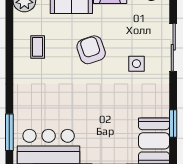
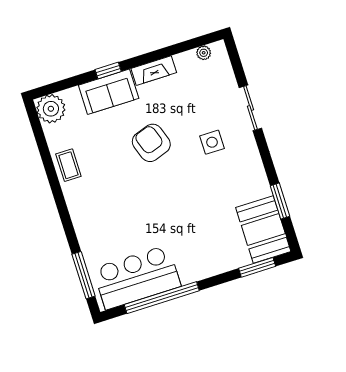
coffee table: (38, 47) -> (68, 165), moved
sliding door: (173, 47) -> (250, 108), width x0.73

